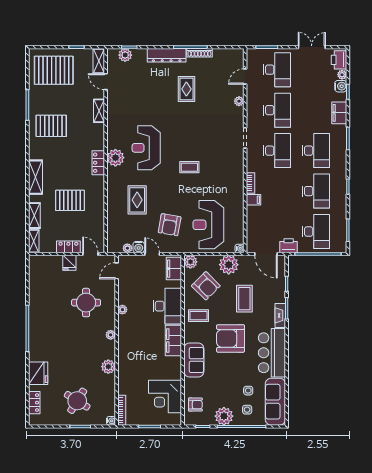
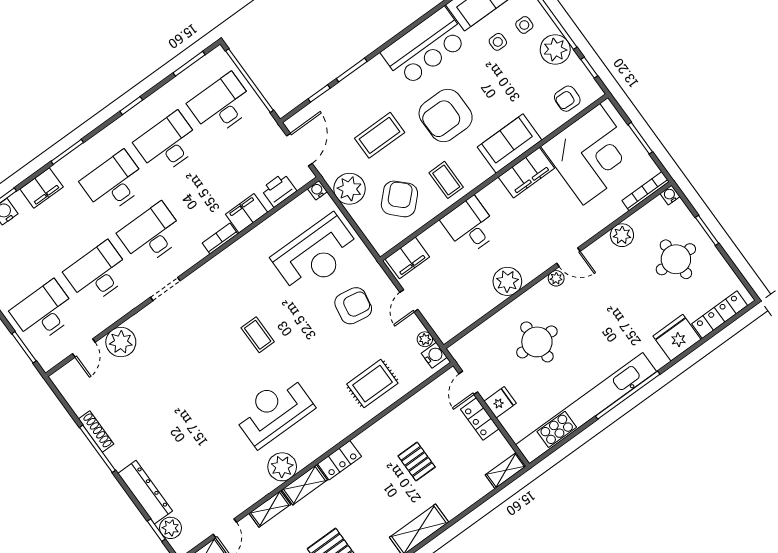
dresser: (167, 55) -> (145, 492), moved
door: (245, 77) -> (84, 348), hinge flipped
rug: (186, 89) -> (157, 414), removed
plant: (239, 101) -> (121, 342), width x1.88, depth x1.88
reception desk: (146, 148) -> (274, 411), turned 180
plant: (115, 158) -> (282, 467), moved
pallet: (70, 200) -> (417, 461), width x0.67, depth x0.71
rug: (137, 200) -> (372, 384), moved
filing cabinet: (253, 200) -> (247, 213), width x2.00
shelving: (34, 216) -> (304, 485), moved
printer: (289, 246) -> (279, 190), moved, turned 90
water cooler: (139, 247) -> (434, 355), moved
plant: (190, 262) -> (382, 242), removed
door: (117, 271) -> (568, 257), moved
kitchen unit: (36, 303) -> (586, 408), added
desk: (167, 306) -> (470, 226), width x0.73
plant: (122, 310) -> (507, 281), width x1.88, depth x1.88
fireplace: (280, 315) -> (367, 72), removed
armchair: (231, 338) -> (446, 115), turned 90
filing cabinet: (173, 341) -> (526, 173), moved
plant: (108, 367) -> (622, 235), moved
corner desk: (165, 397) -> (591, 154), width x1.36, depth x1.36
round table: (77, 401) -> (676, 259), turned -32
locker: (34, 403) -> (720, 315), width x1.53
armchair: (195, 405) -> (567, 99), turned -88

